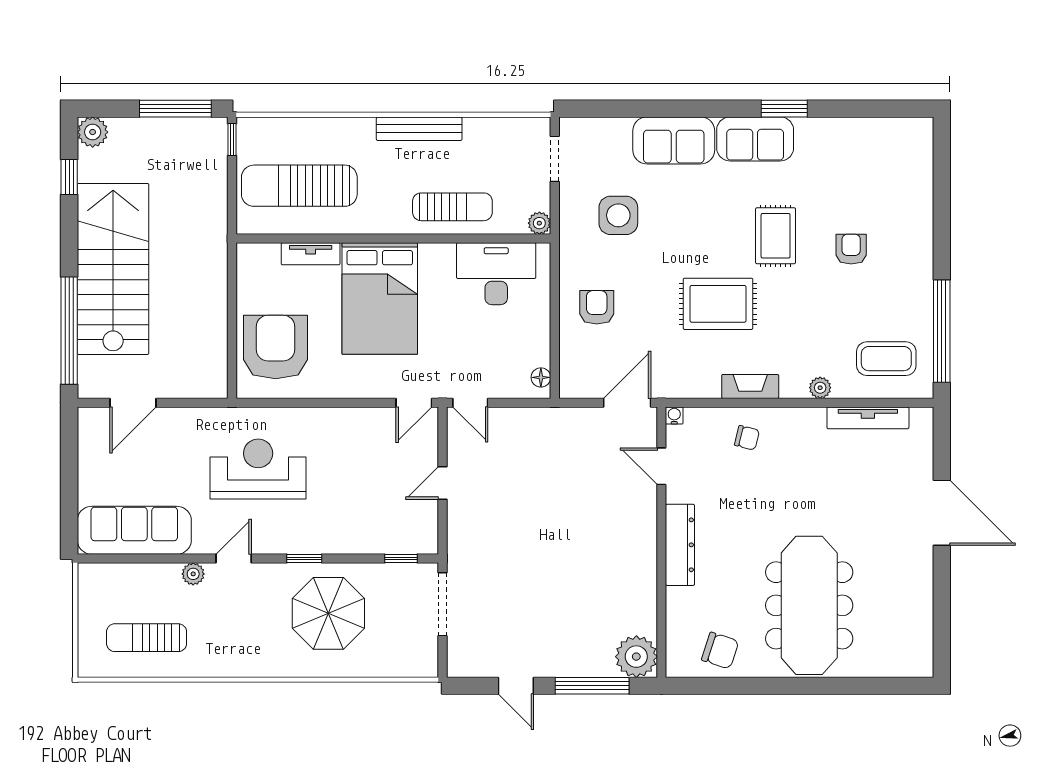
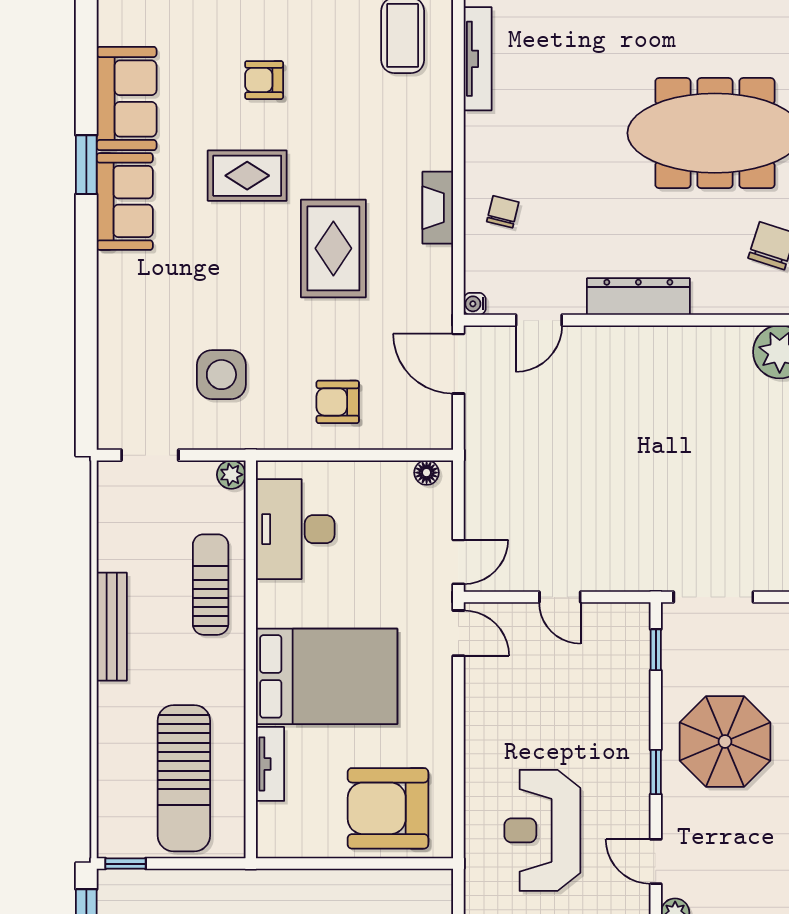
sofa: (674, 140) -> (127, 99), moved
plant: (820, 388) -> (439, 119), removed

